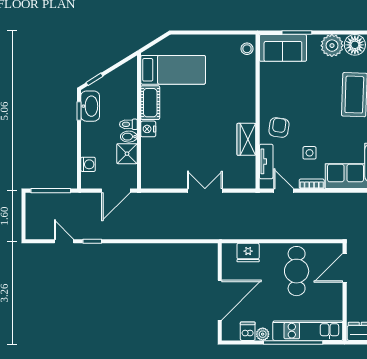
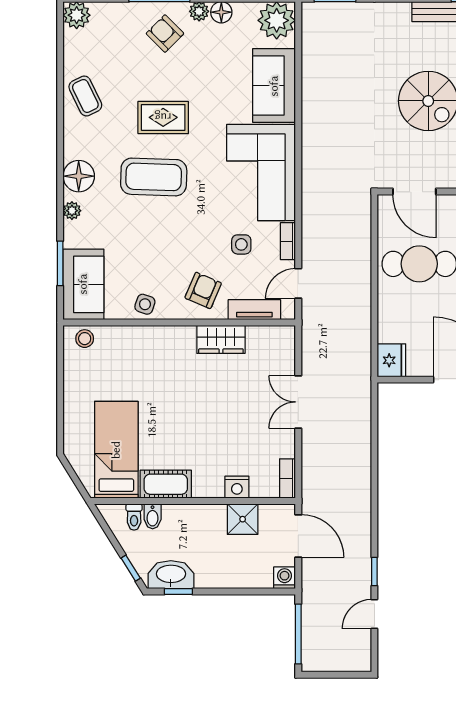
plant: (332, 46) -> (72, 211), width x0.53, depth x0.53
side table: (270, 89) -> (145, 304), added
toilet: (128, 124) -> (134, 517), moved
armchair: (279, 127) -> (203, 290), turned 105
nightstand: (148, 129) -> (237, 487), moved
bidet: (129, 137) -> (153, 516), moved
washing machine: (88, 164) -> (284, 578), moved
bookcase: (154, 183) -> (287, 479), added
fridge: (248, 253) -> (391, 360), moved

